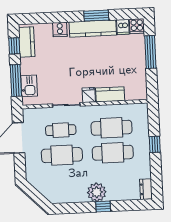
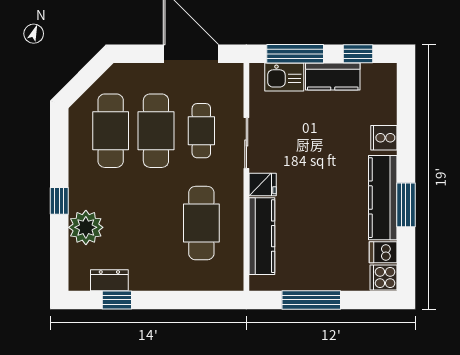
kitchen counter: (27, 42) -> (333, 77), moved
window: (150, 52) -> (311, 300), moved
kitchen counter: (110, 94) -> (262, 236), width x1.50
window: (155, 144) -> (117, 300), moved
cafe table: (113, 153) -> (111, 131), moved
dresser: (146, 189) -> (109, 280), moved
plant: (97, 192) -> (86, 227), moved

